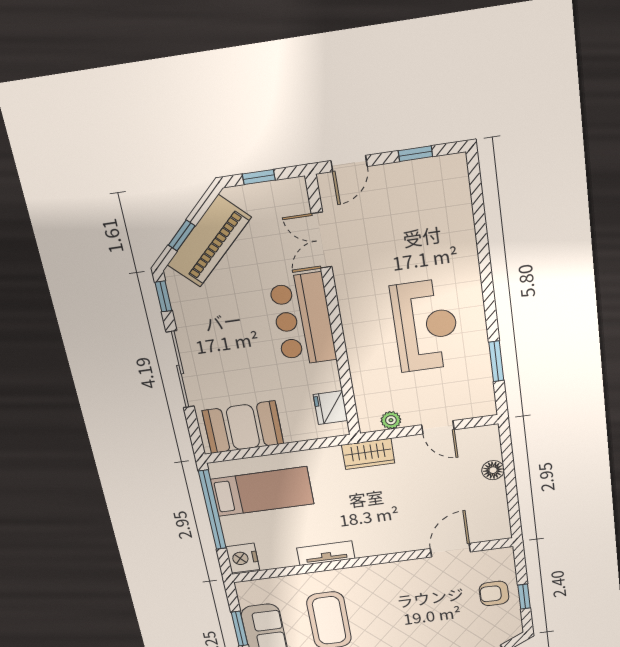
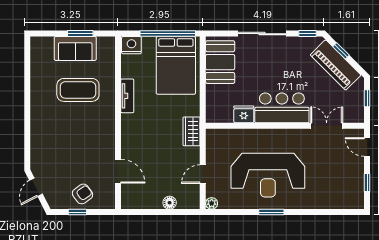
reception desk: (425, 326) -> (268, 175), width x1.36, depth x1.30
window: (496, 361) -> (271, 212), moved
fridge: (330, 408) -> (244, 114), moved
plant: (391, 420) -> (212, 203), moved
bed: (262, 492) -> (176, 65), width x1.50
armchair: (494, 593) -> (82, 194), turned 54

